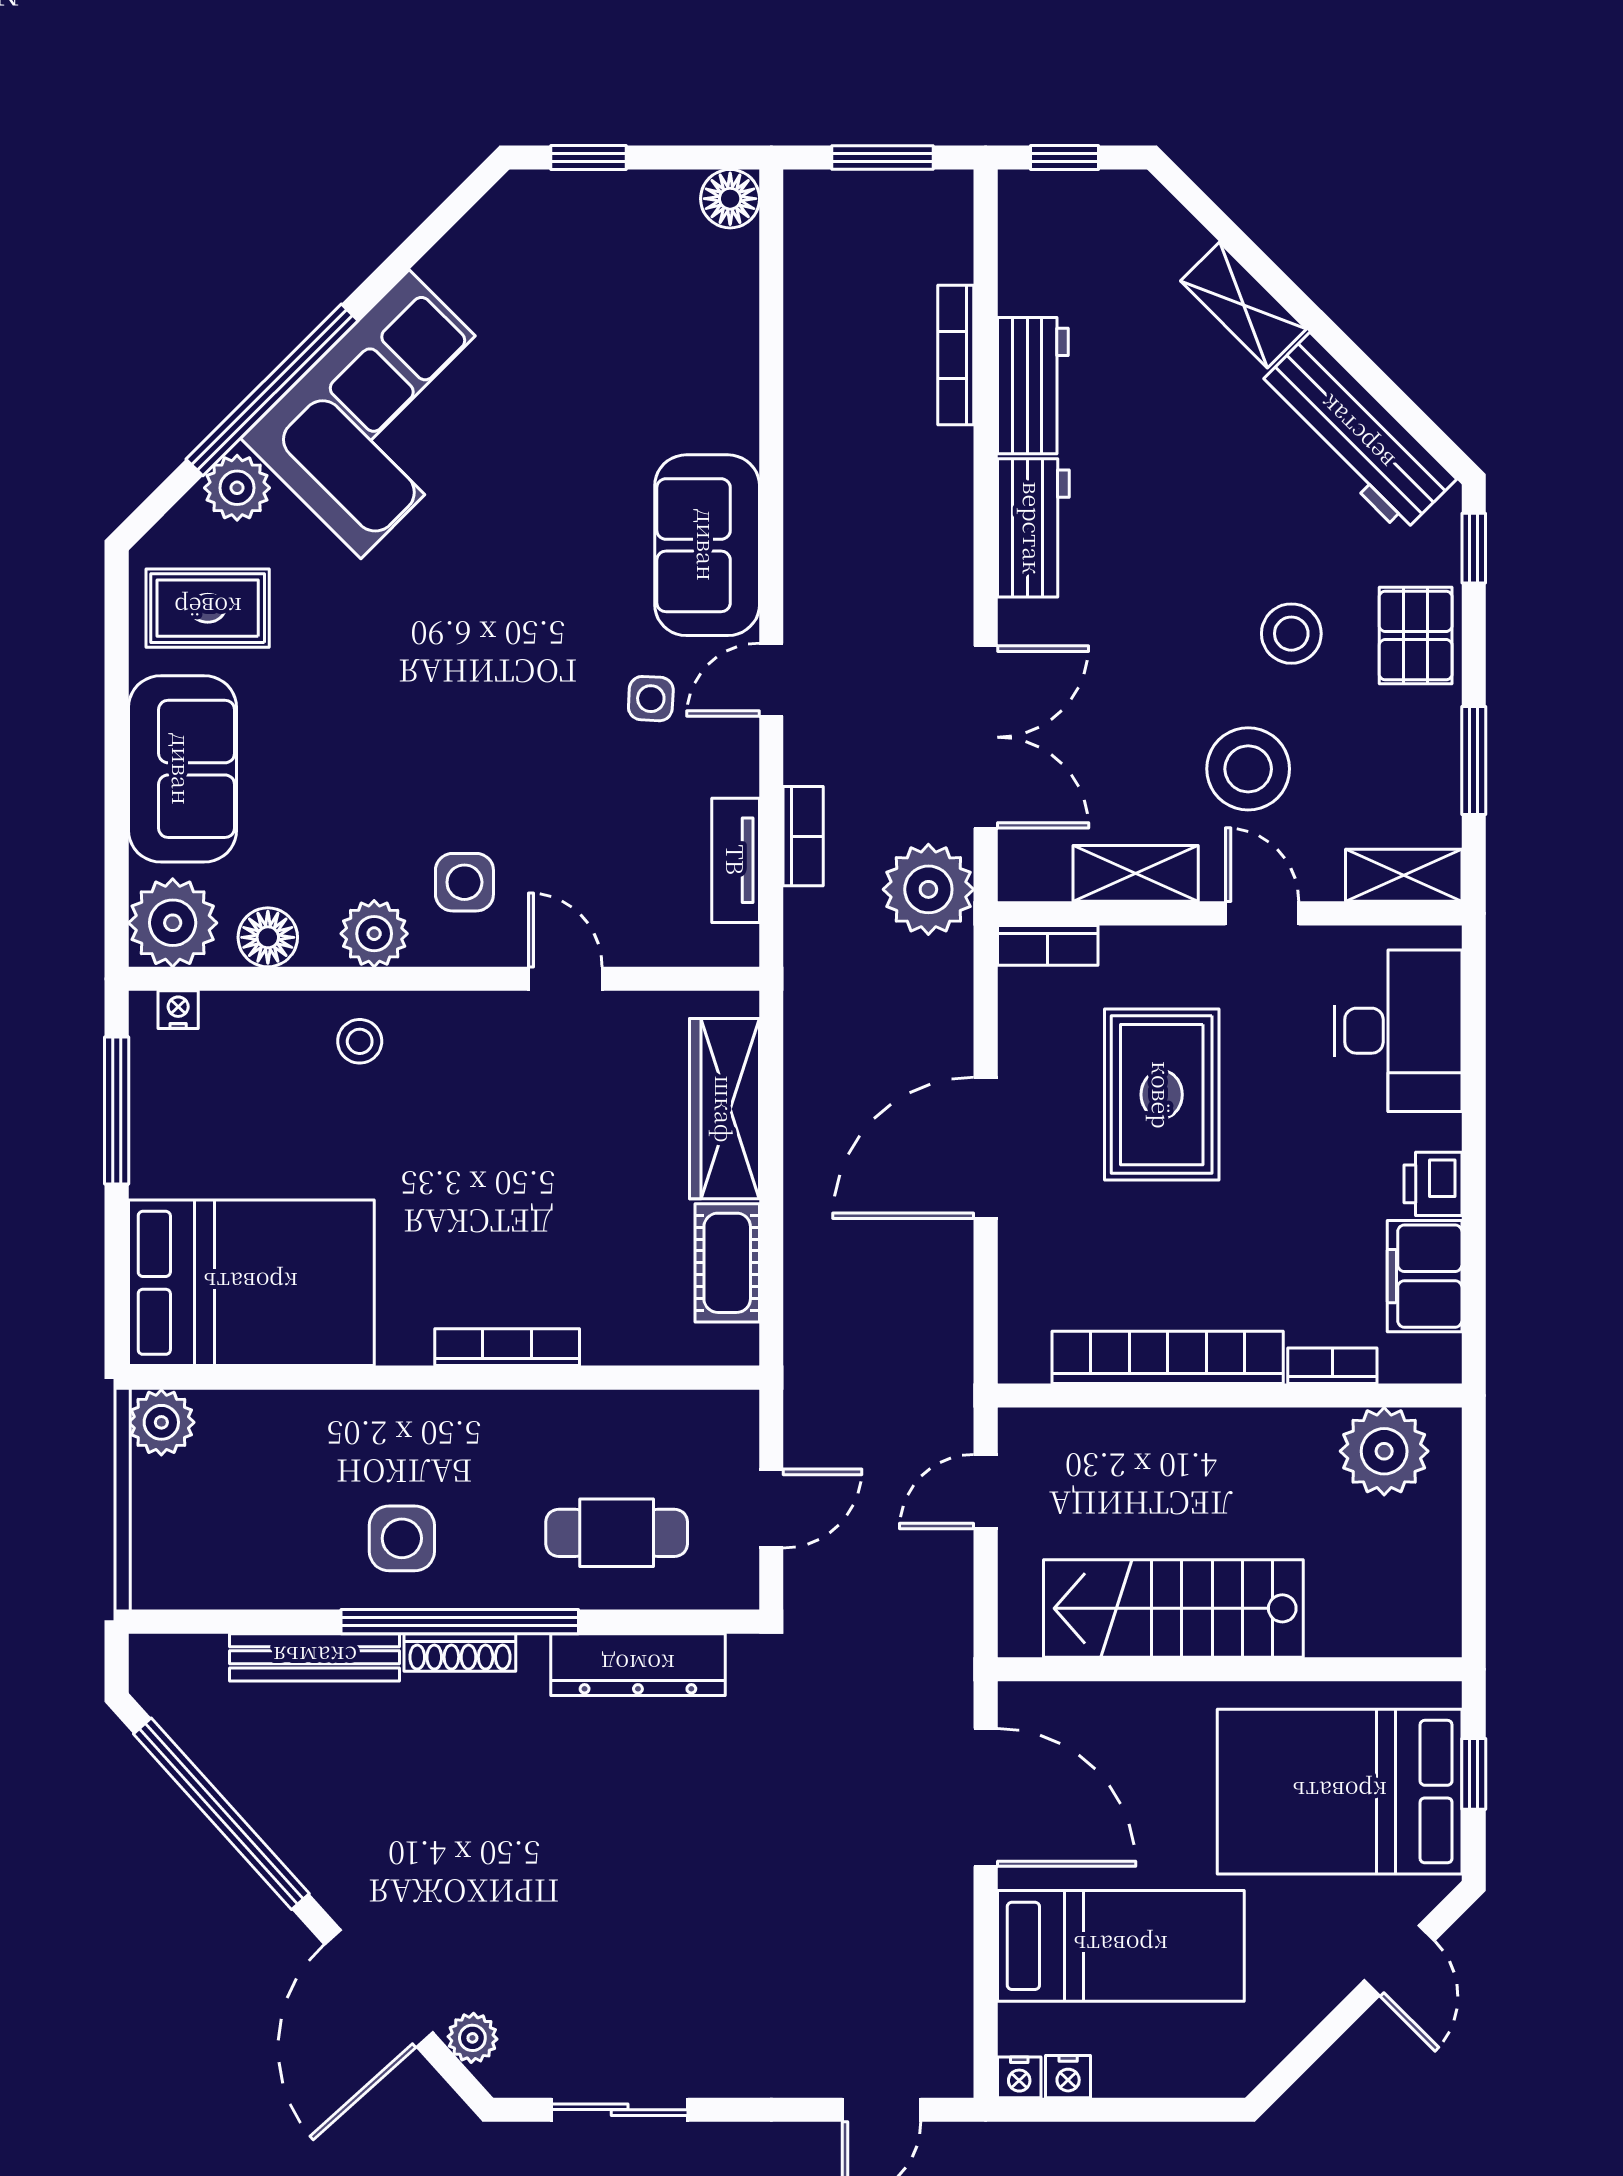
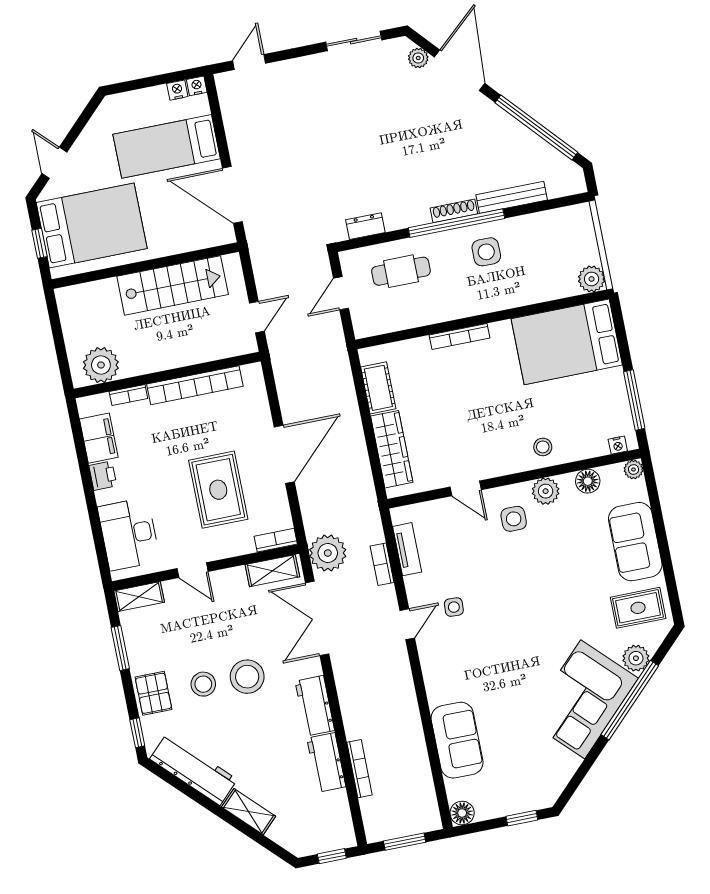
sofa: (707, 545) -> (457, 740), moved
stool: (1248, 769) -> (247, 677), moved
shelving: (1136, 873) -> (272, 571), moved
plant: (173, 923) -> (633, 470), width x0.53, depth x0.53
dresser: (638, 1665) -> (365, 226), width x0.51, depth x0.80

